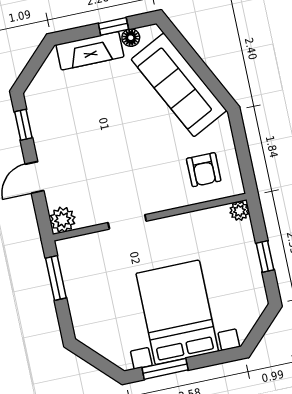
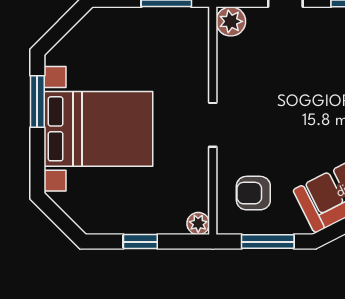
window: (242, 149) -> (268, 242), added
doorway: (127, 222) -> (213, 125), moved

